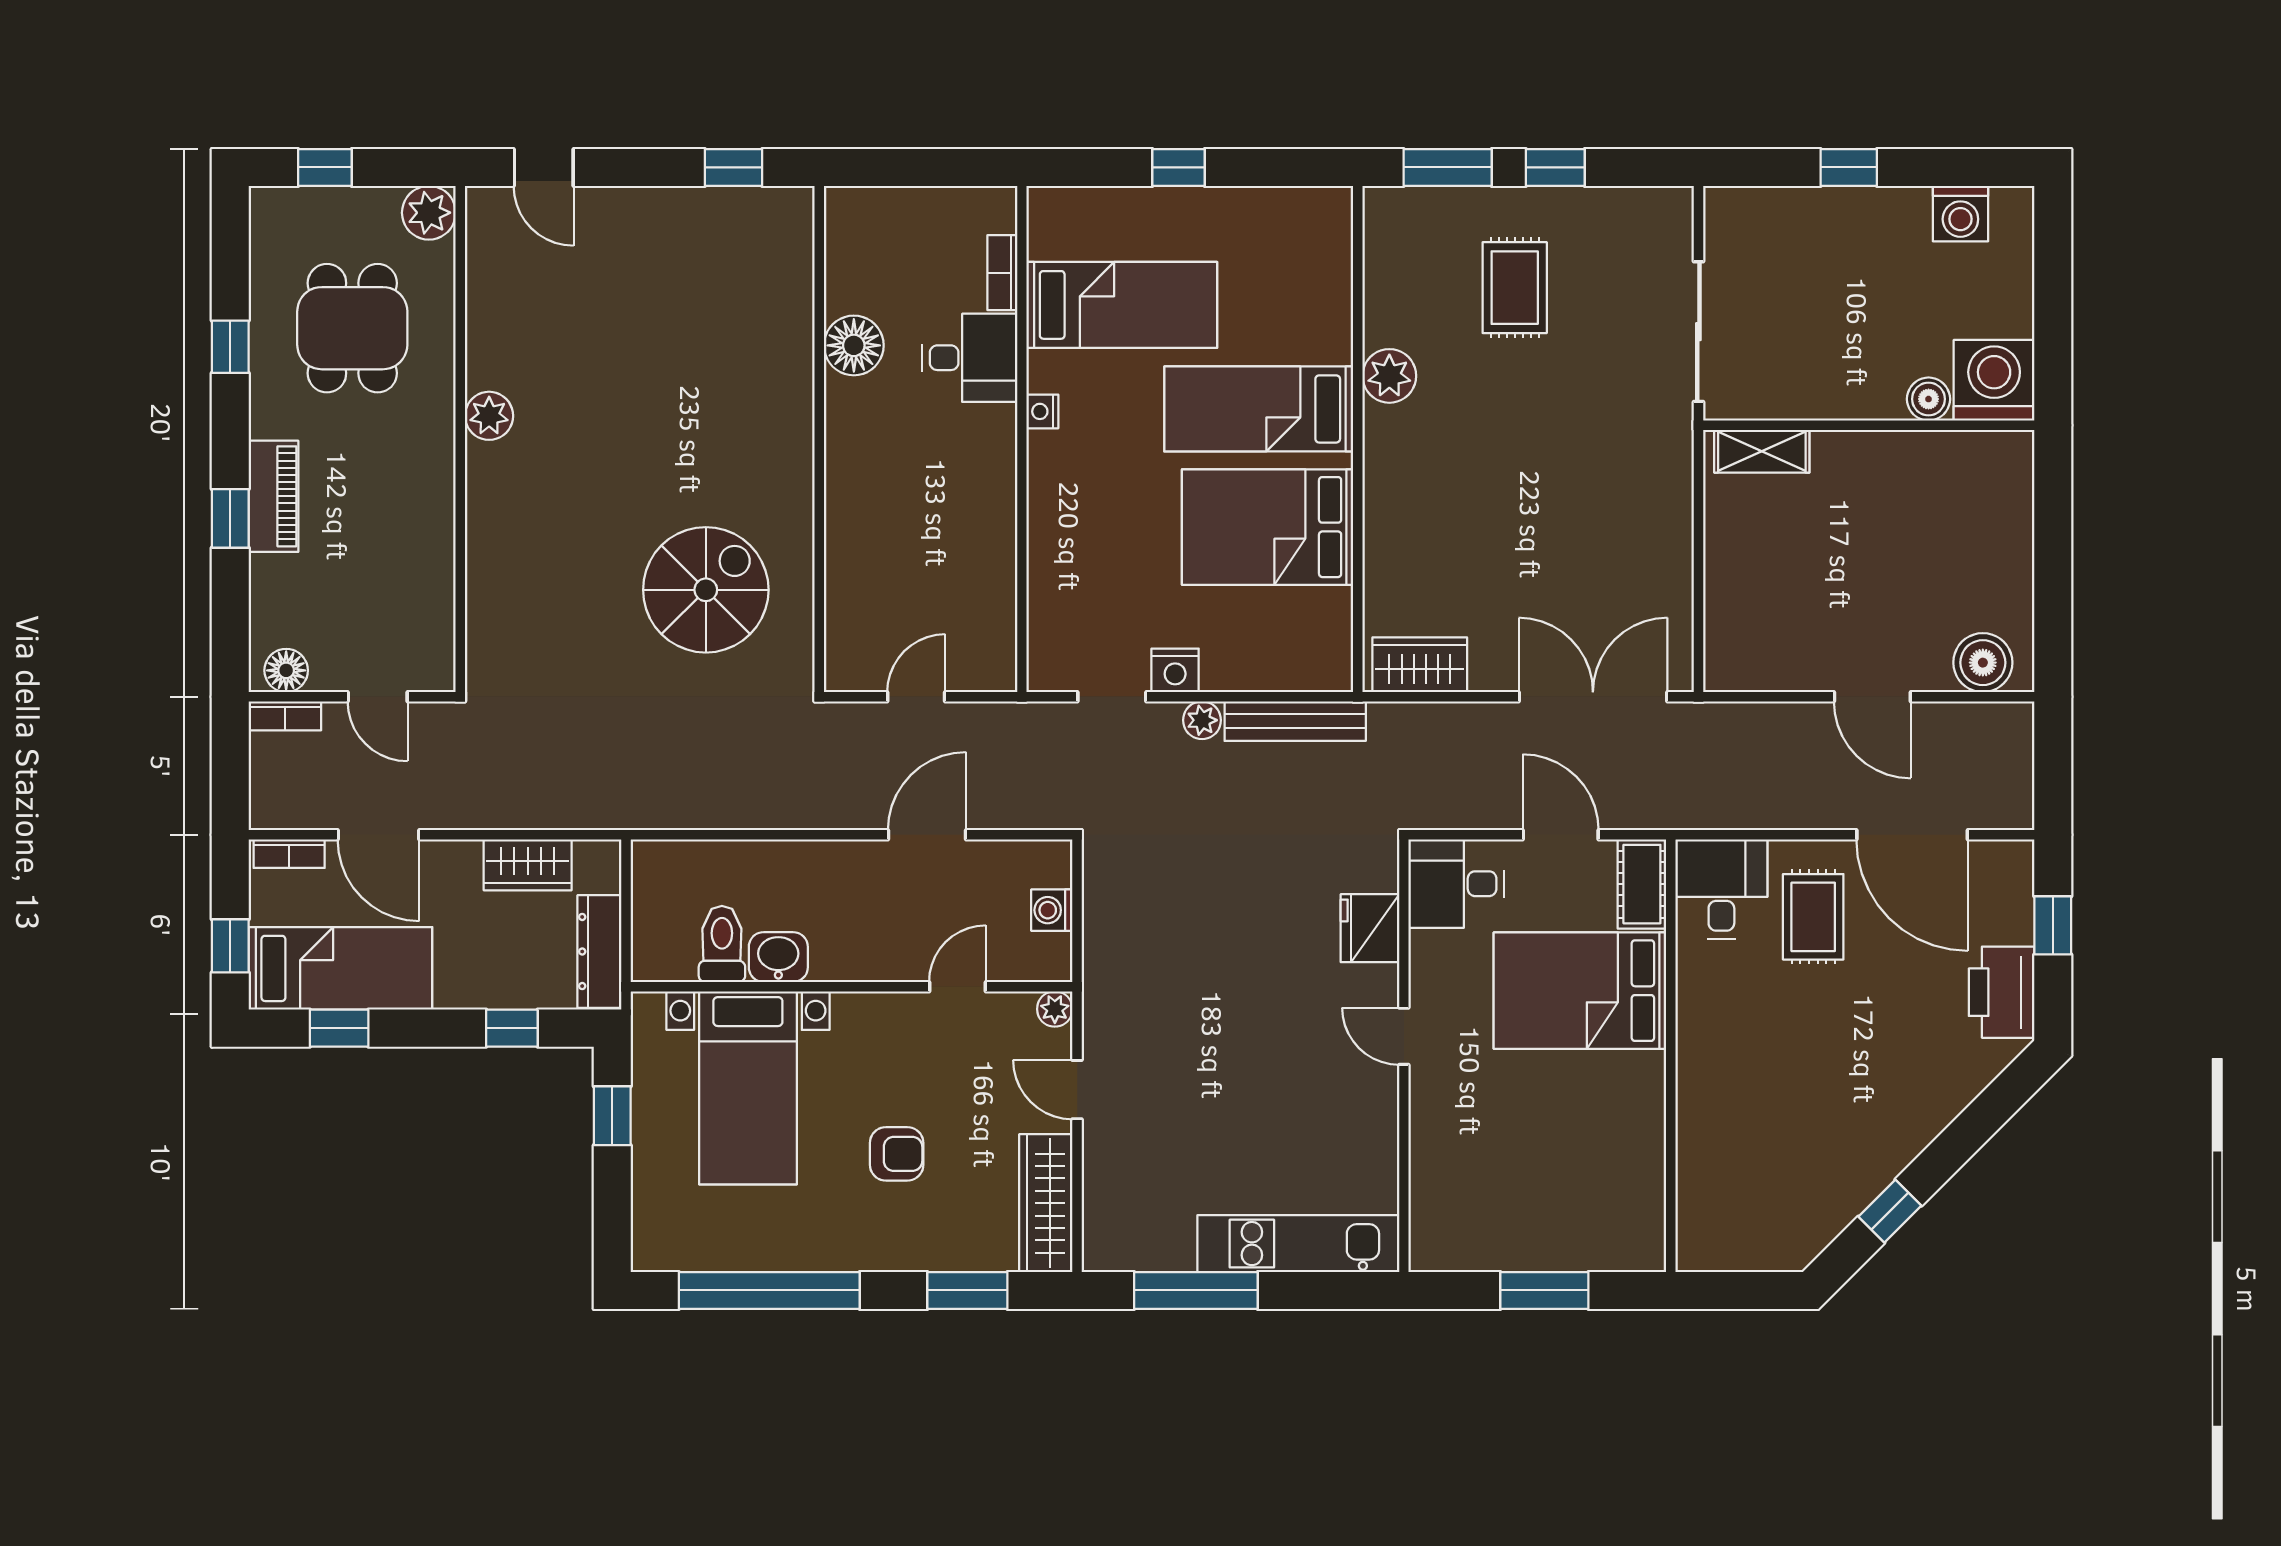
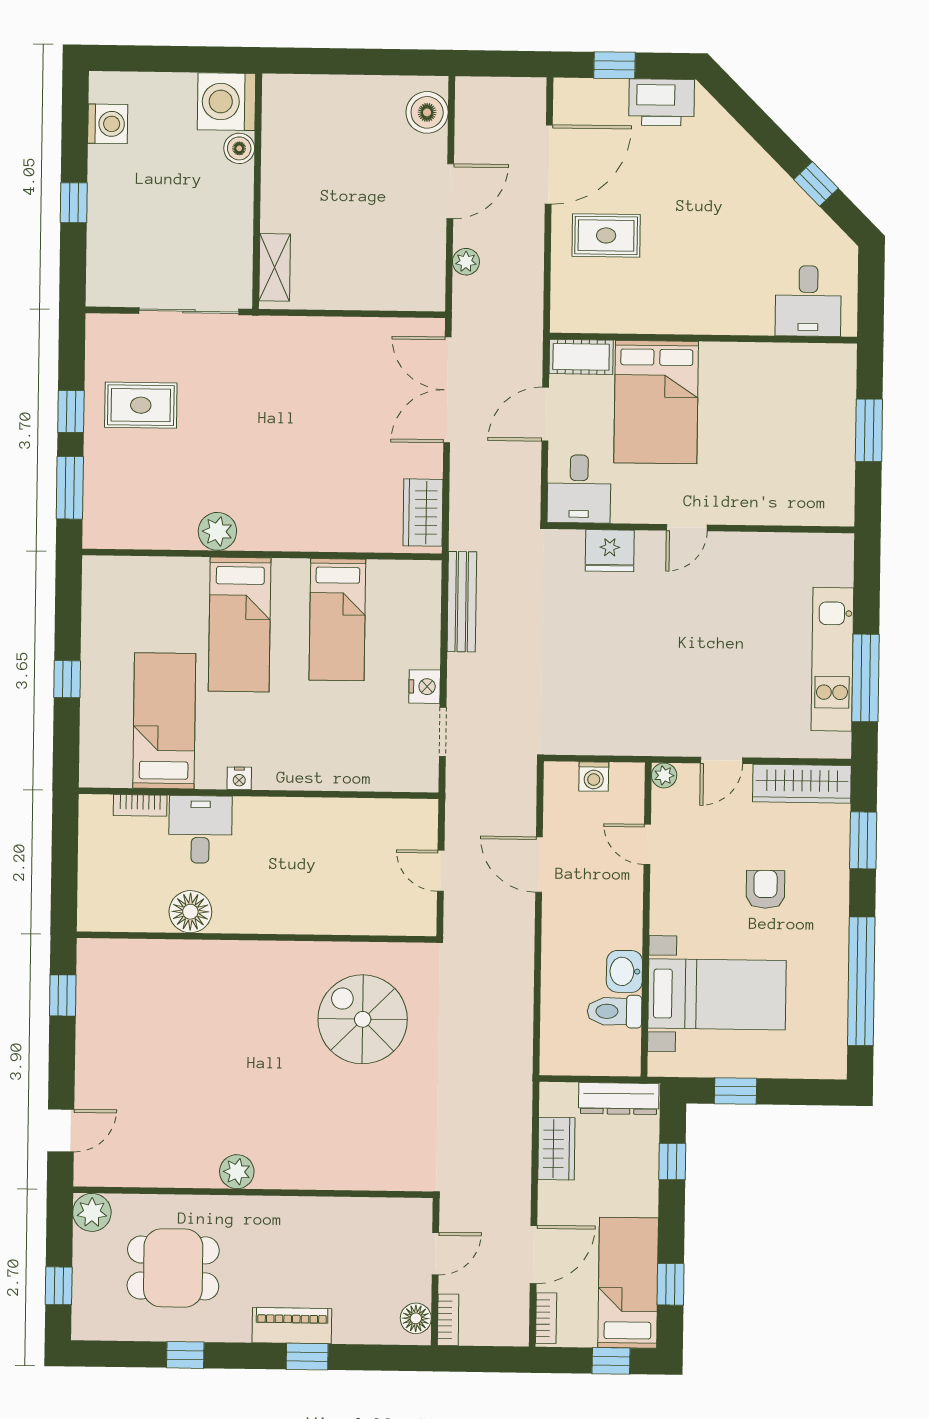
rug: (1515, 288) -> (141, 405), moved
bed: (1268, 527) -> (337, 620), width x0.67
plant: (1202, 720) -> (466, 262), moved
desk: (1721, 889) -> (808, 301), moved, turned -90
kitchen unit: (1298, 1244) -> (832, 659), moved

